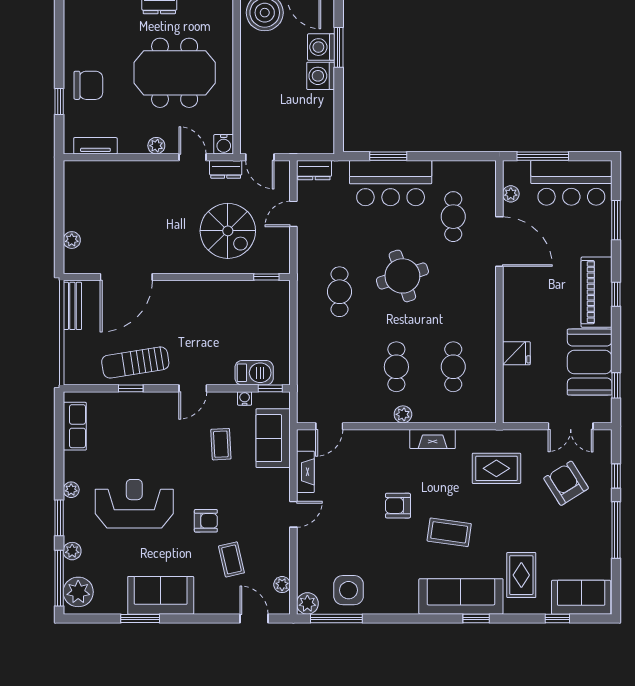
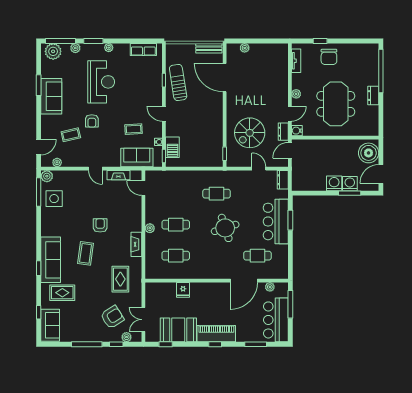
plant: (603, 457) -> (127, 337), added

